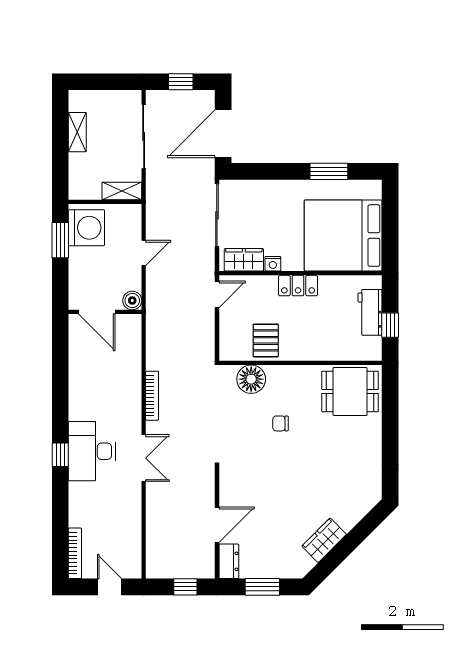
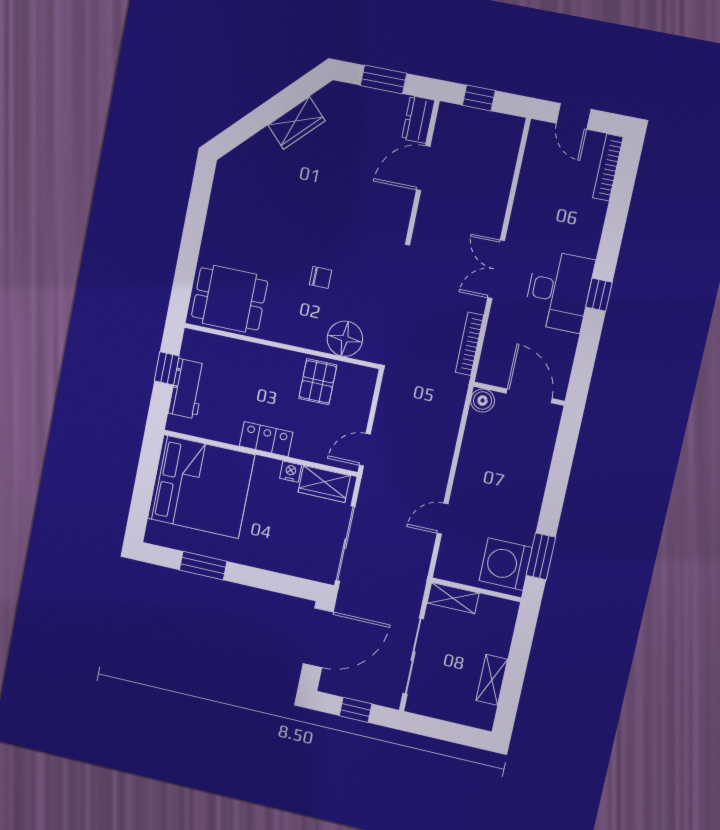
boiler: (132, 300) -> (483, 401), moved
door: (97, 312) -> (529, 396), moved
wall: (105, 312) -> (519, 394), moved

